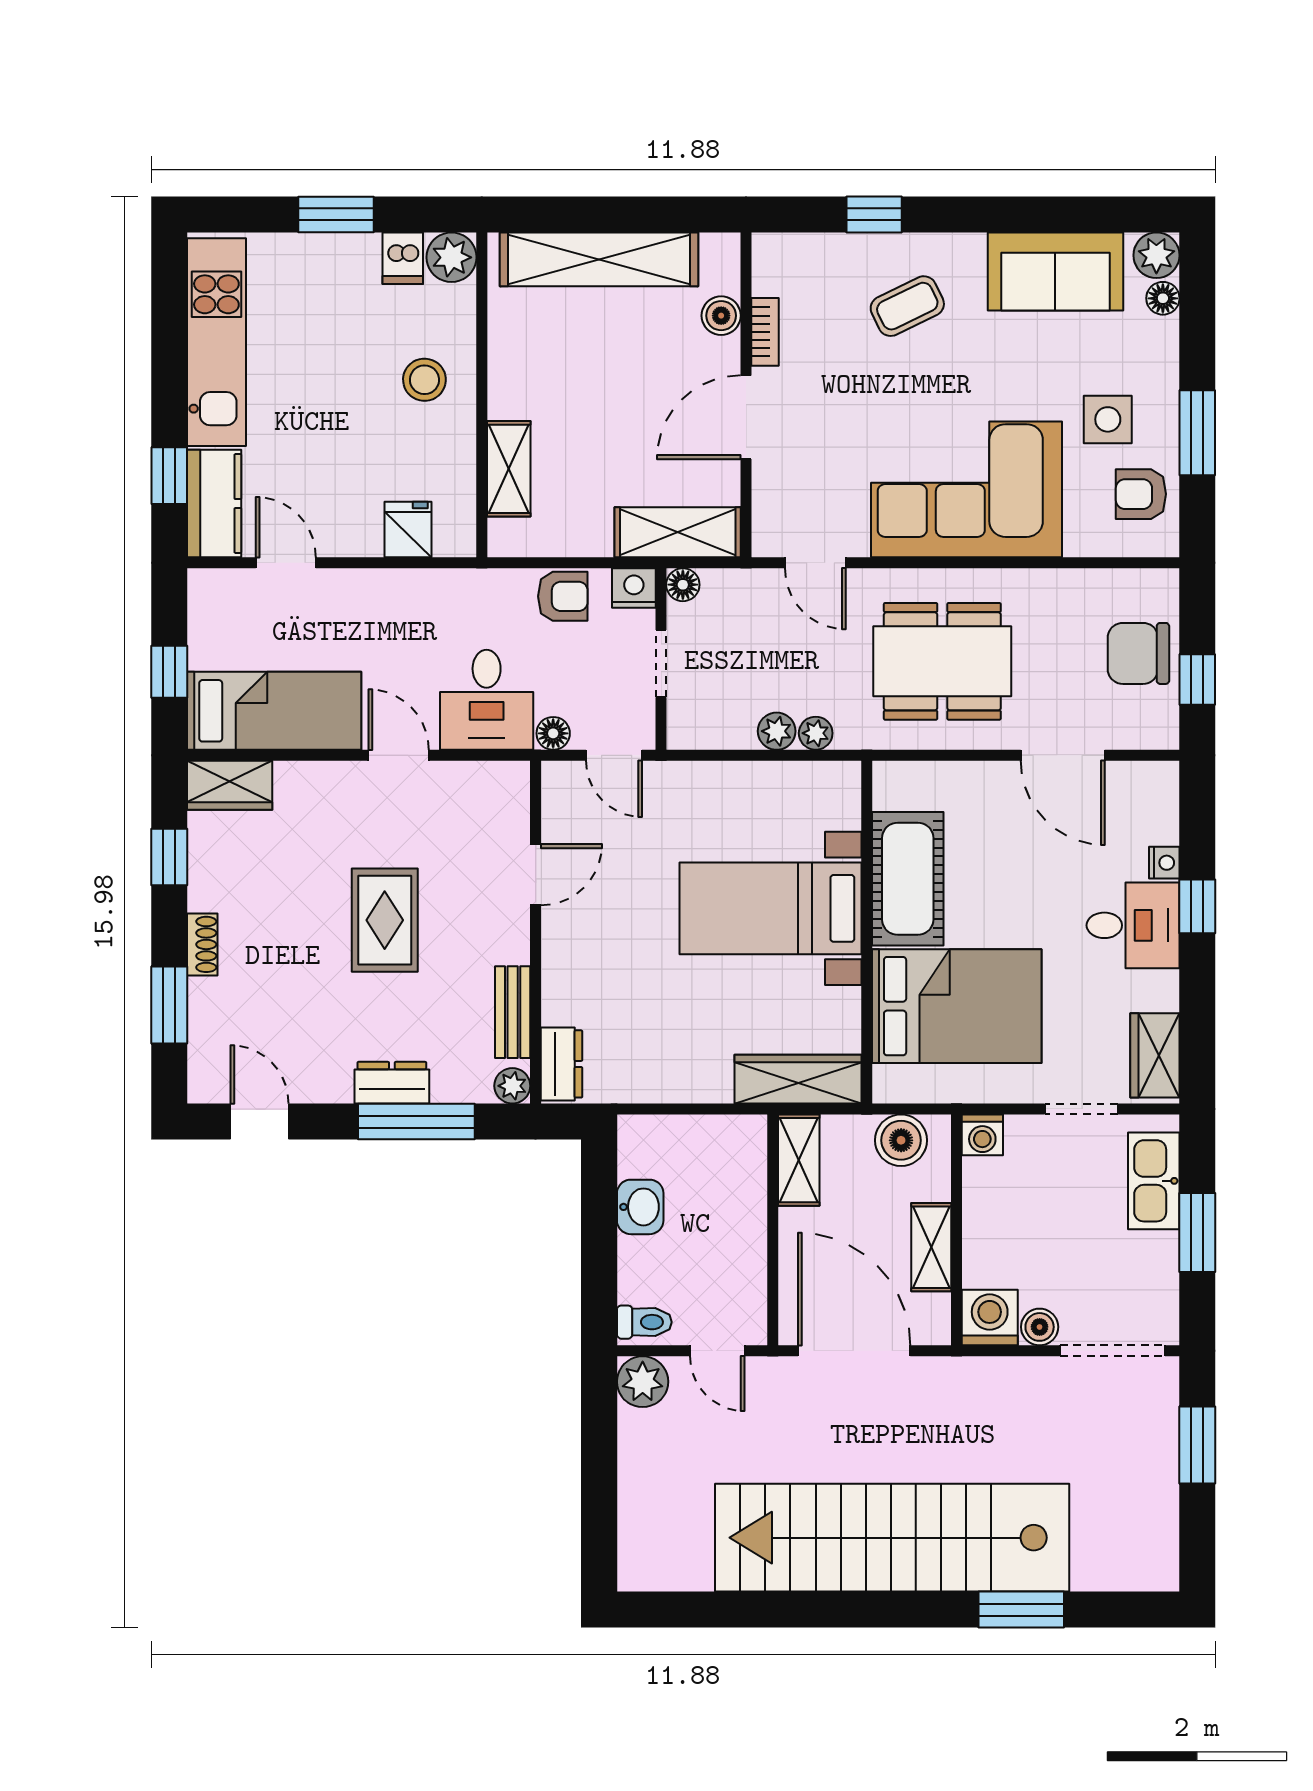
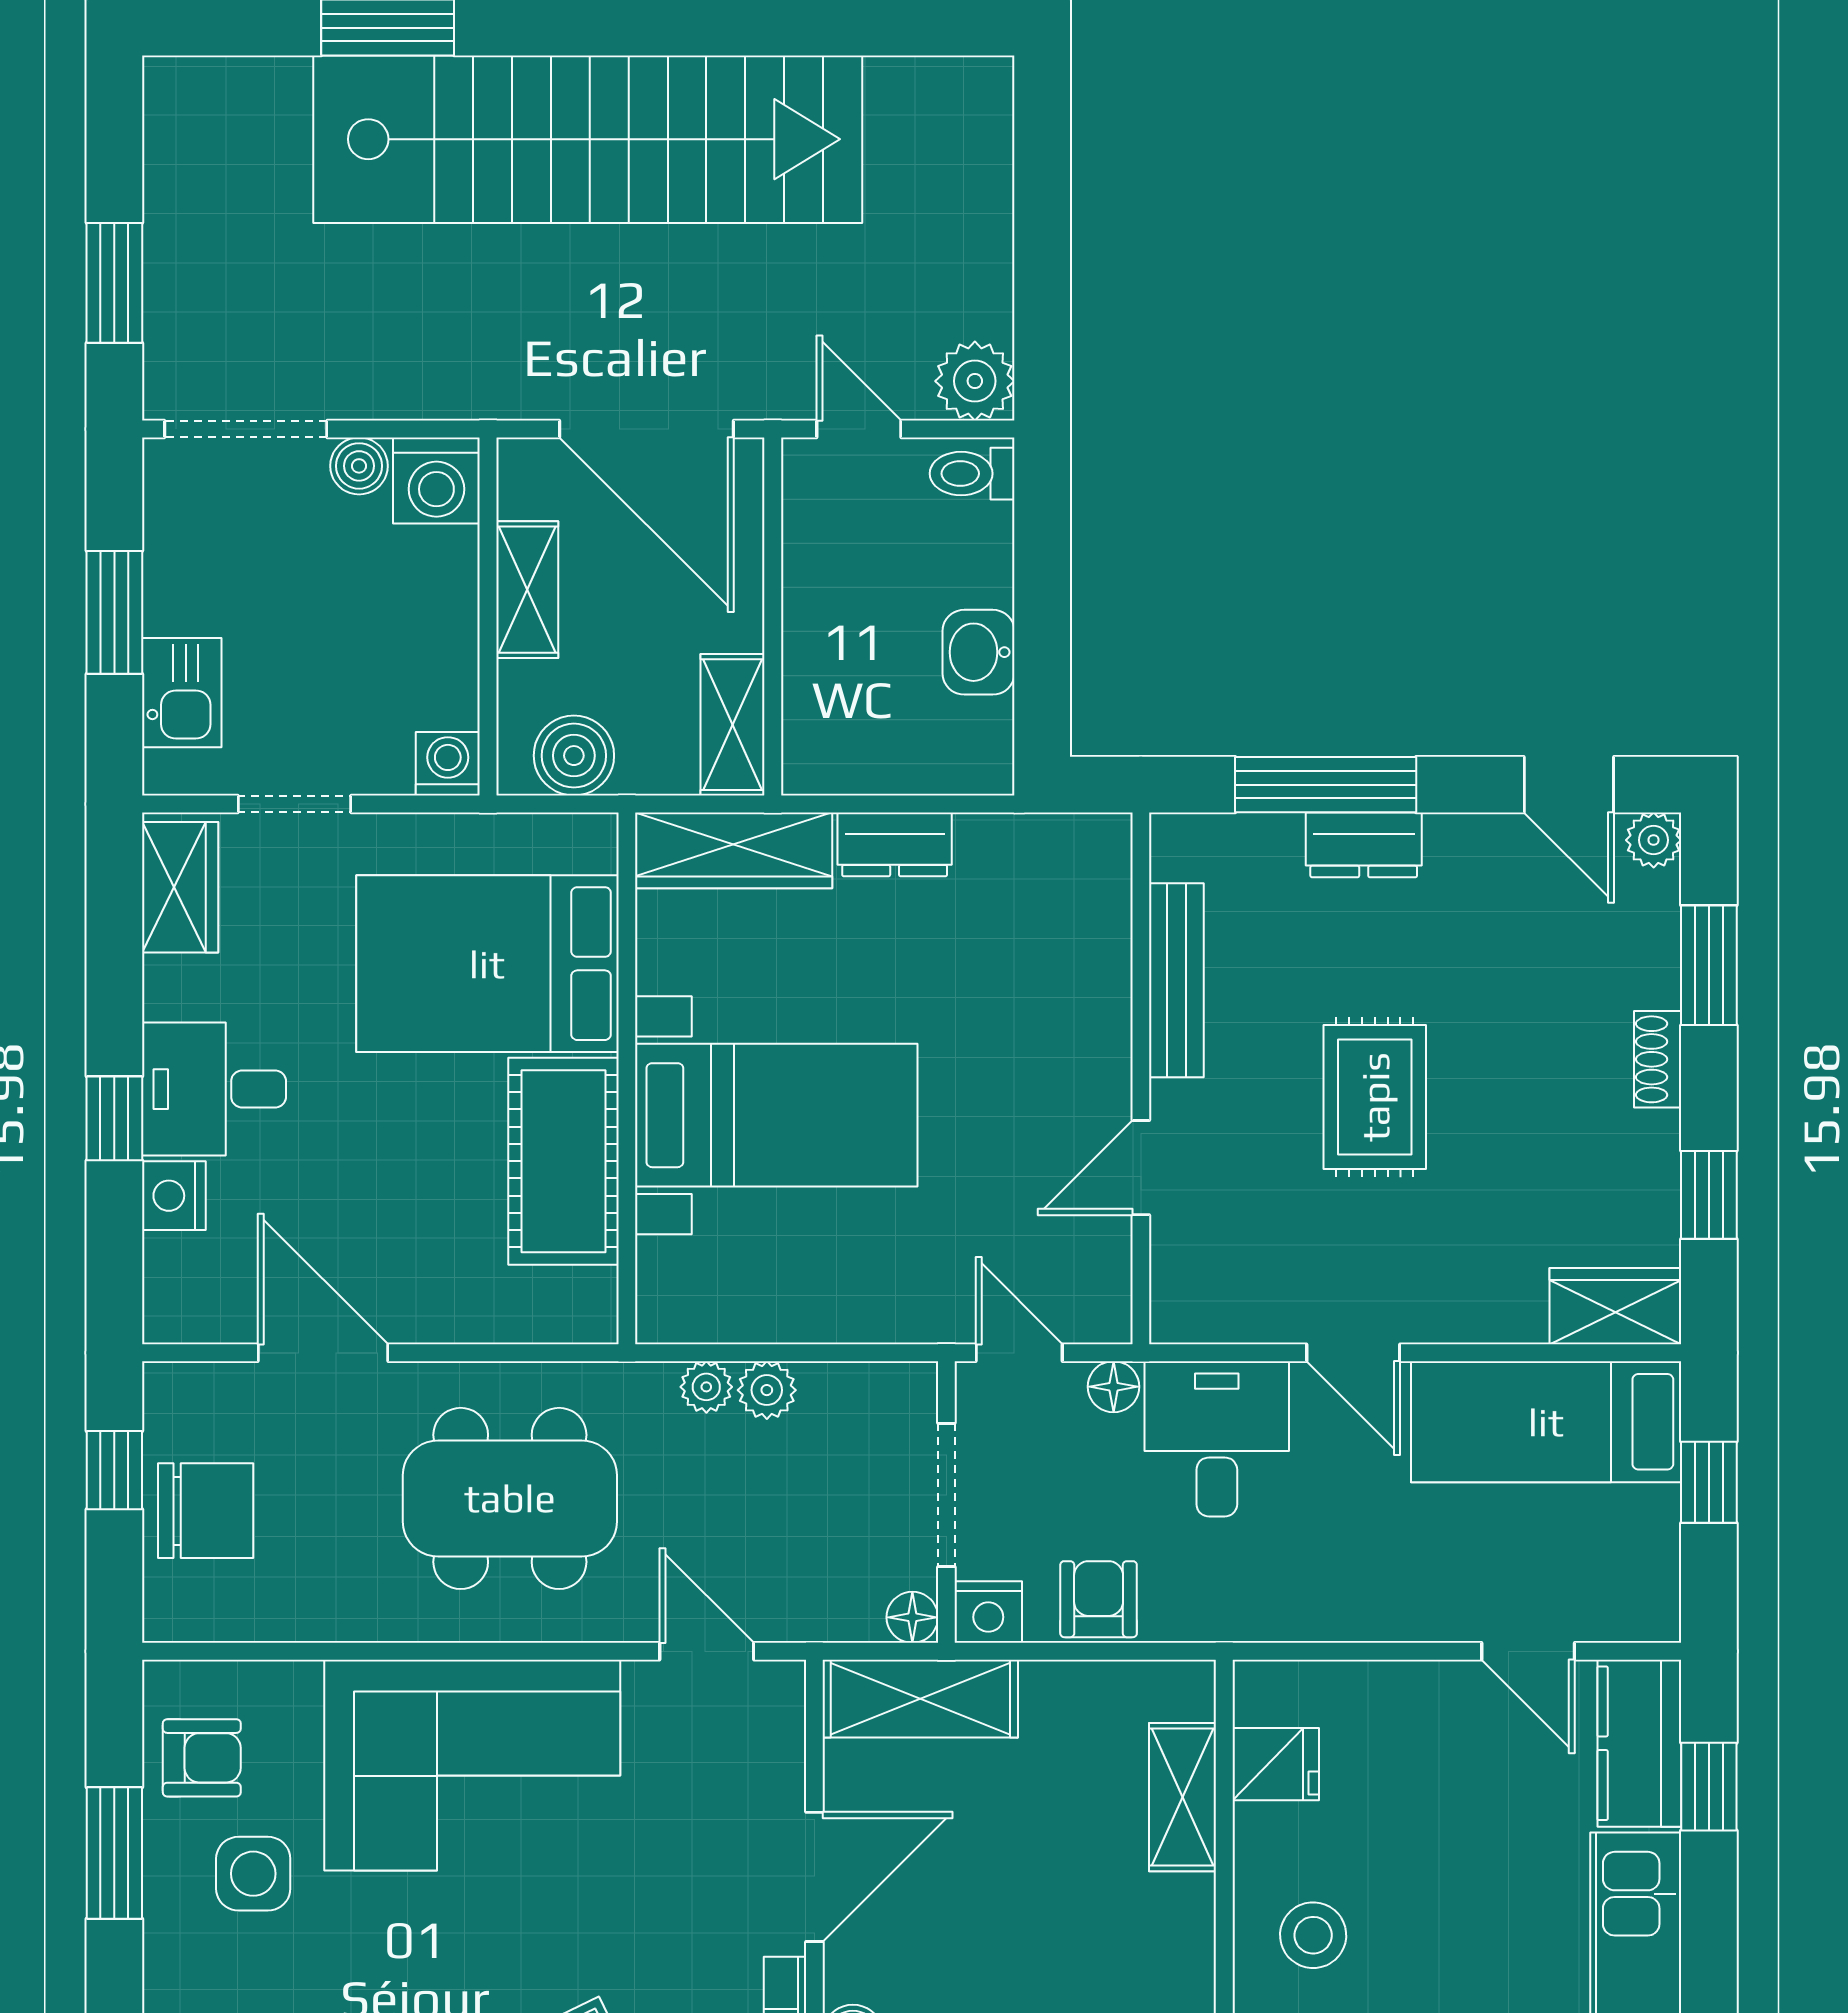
fridge: (408, 530) -> (1276, 1764), moved, turned -90
armchair: (563, 596) -> (1099, 1599), turned 90
doorway: (661, 664) -> (946, 1495), width x1.38
nightstand: (1164, 863) -> (174, 1196), width x1.39, depth x1.35
bench: (513, 1012) -> (1176, 980), width x1.36
dresser: (562, 1064) -> (895, 844), moved, turned -90
plant: (512, 1086) -> (1654, 840), moved
kitchen sink: (1154, 1181) -> (182, 693), width x0.73

